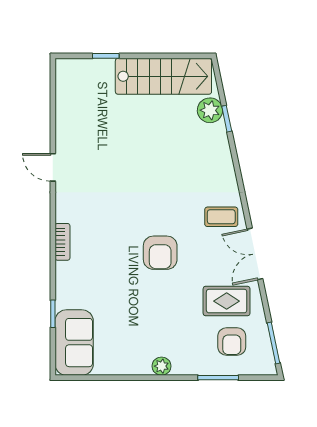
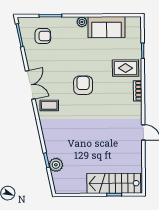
stairs: (163, 76) -> (114, 183), moved
rug: (227, 301) -> (125, 68), moved
armchair: (232, 342) -> (43, 36), turned 90
sofa: (74, 343) -> (106, 27), moved, turned -90

